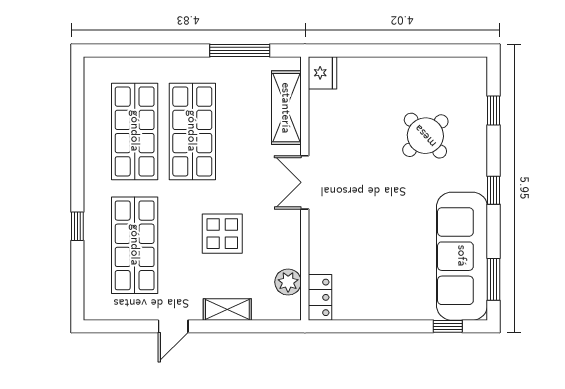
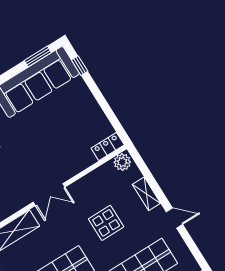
plant: (288, 282) -> (122, 162), moved

